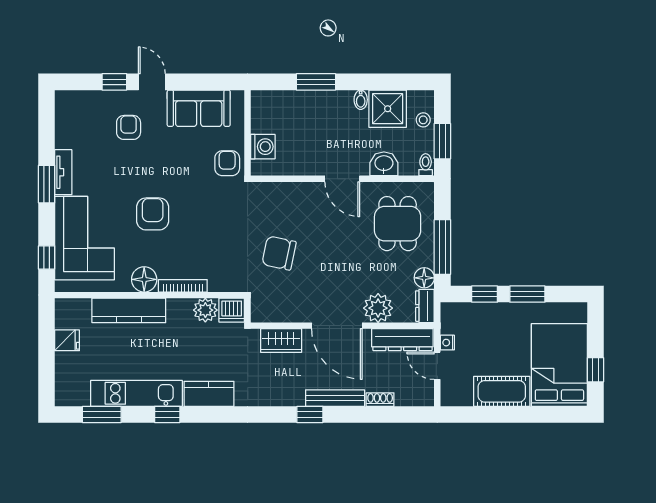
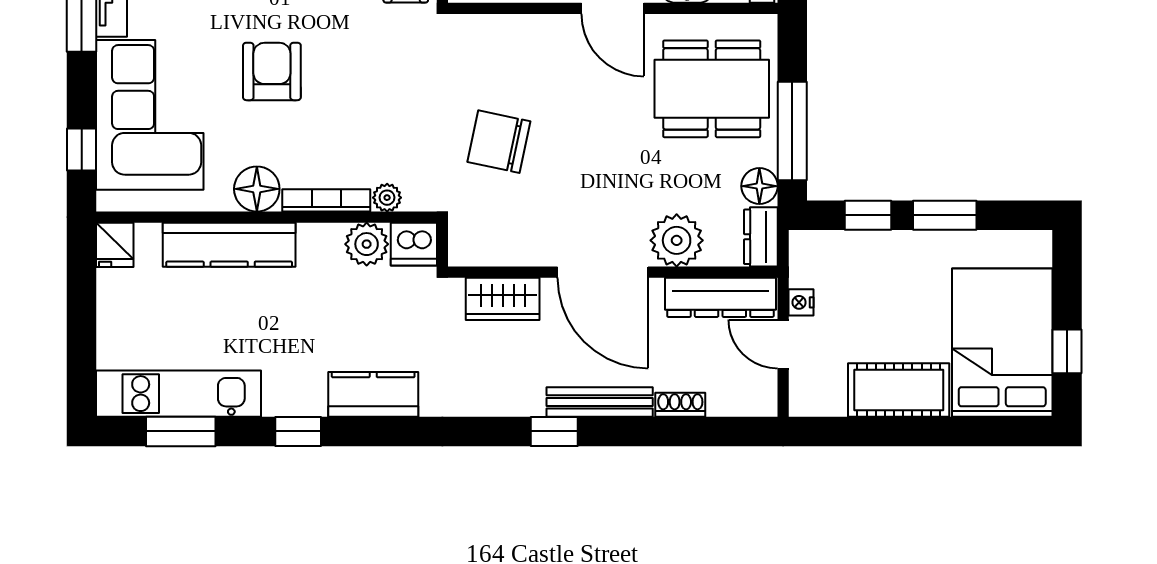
dining table: (398, 224) -> (712, 89), width x1.37
plant: (217, 284) -> (387, 198), added
fridge: (67, 340) -> (115, 245), moved, turned 90
kitchen unit: (136, 393) -> (179, 394), moved

